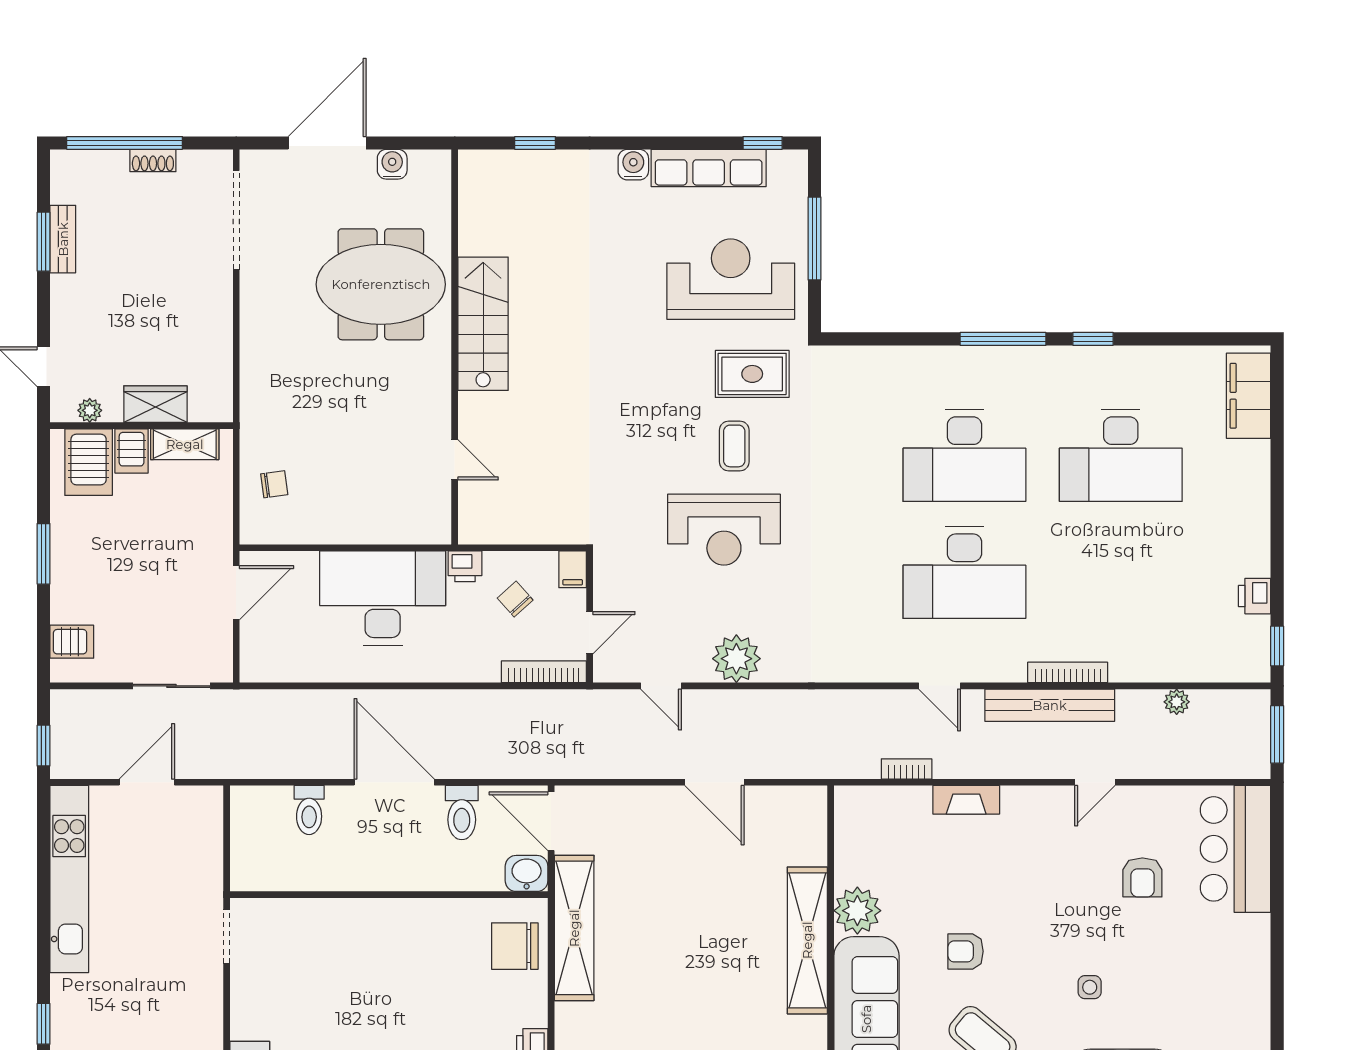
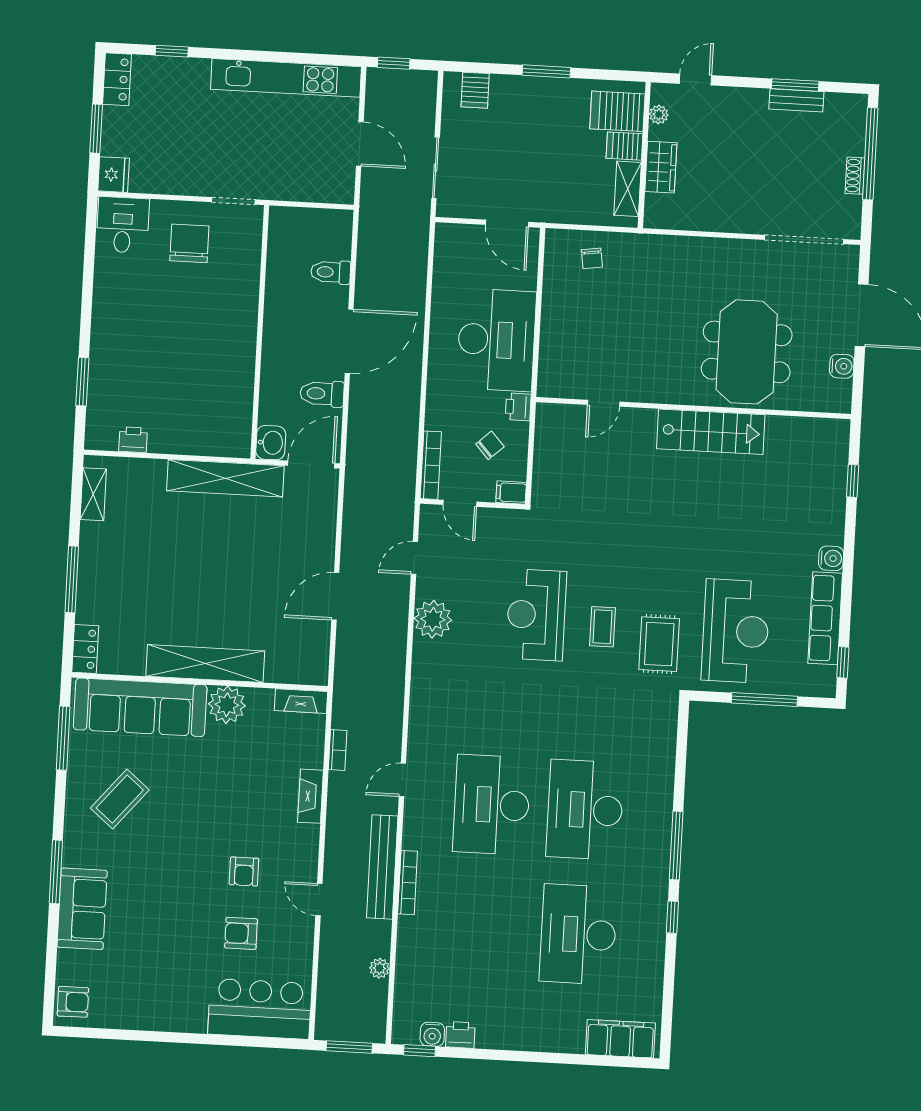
coffee table: (734, 446) -> (603, 627), turned 90
water cooler: (1256, 631) -> (432, 1034), added
fireplace: (848, 818) -> (301, 701), added
chair: (515, 946) -> (189, 243), moved
armchair: (966, 951) -> (244, 871), moved, turned 180
side table: (1090, 987) -> (156, 887), removed

